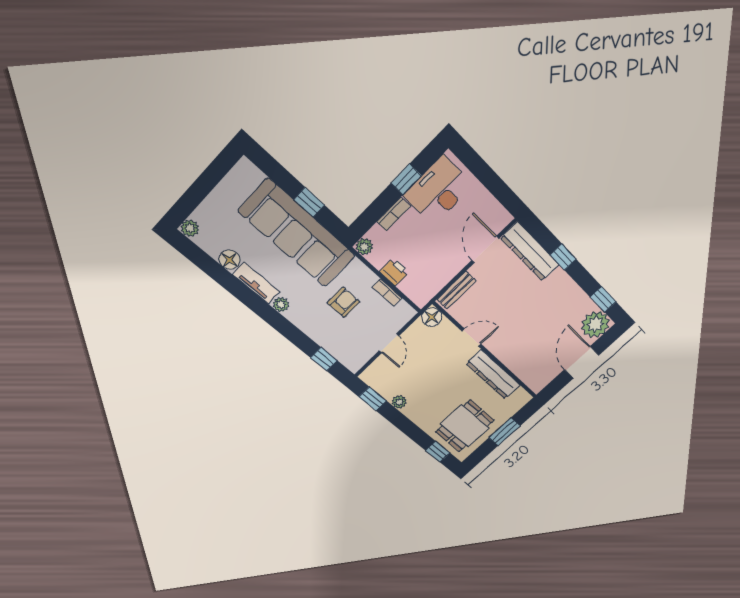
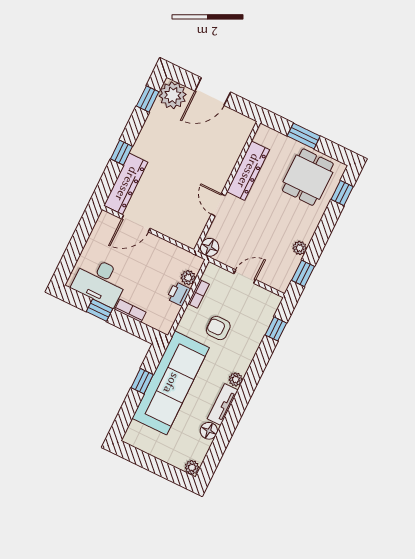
plant: (364, 247) -> (188, 278), moved
bench: (457, 290) -> (179, 235), removed
dining table: (465, 426) -> (308, 177), turned 90

